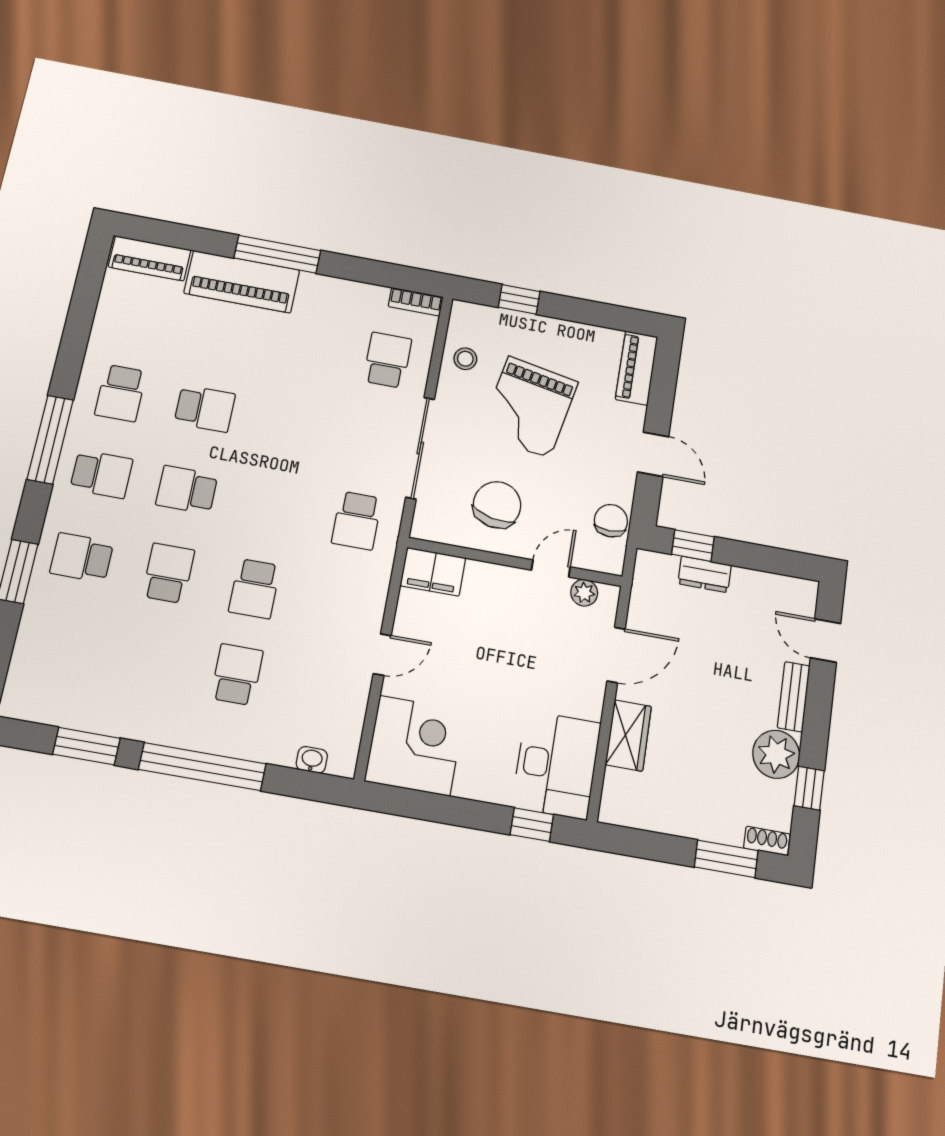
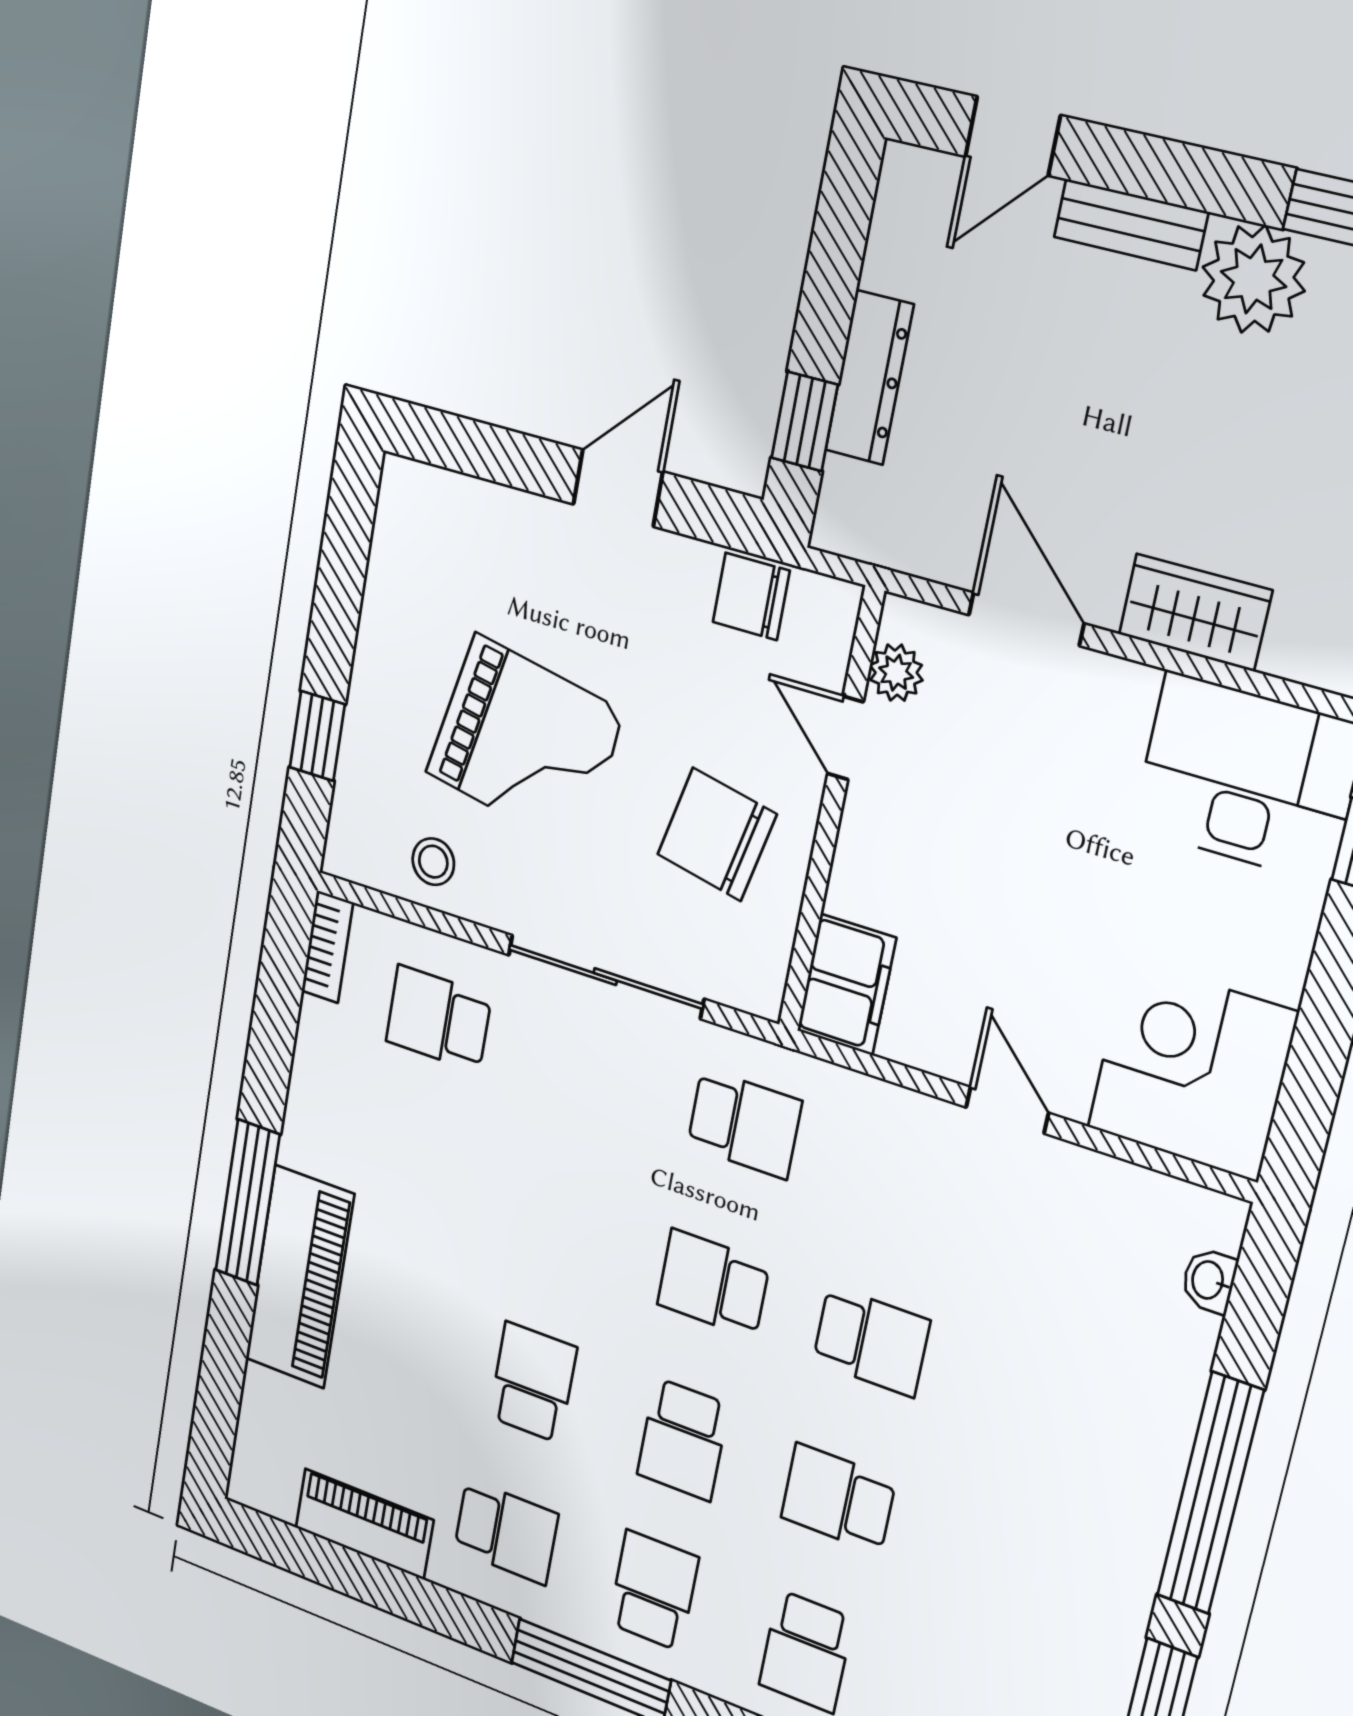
piano: (150, 258) -> (364, 1524), moved, turned -90
piano: (637, 368) -> (446, 504), removed
dresser: (705, 574) -> (869, 378), width x1.44
school desk: (237, 675) -> (713, 1284), moved

